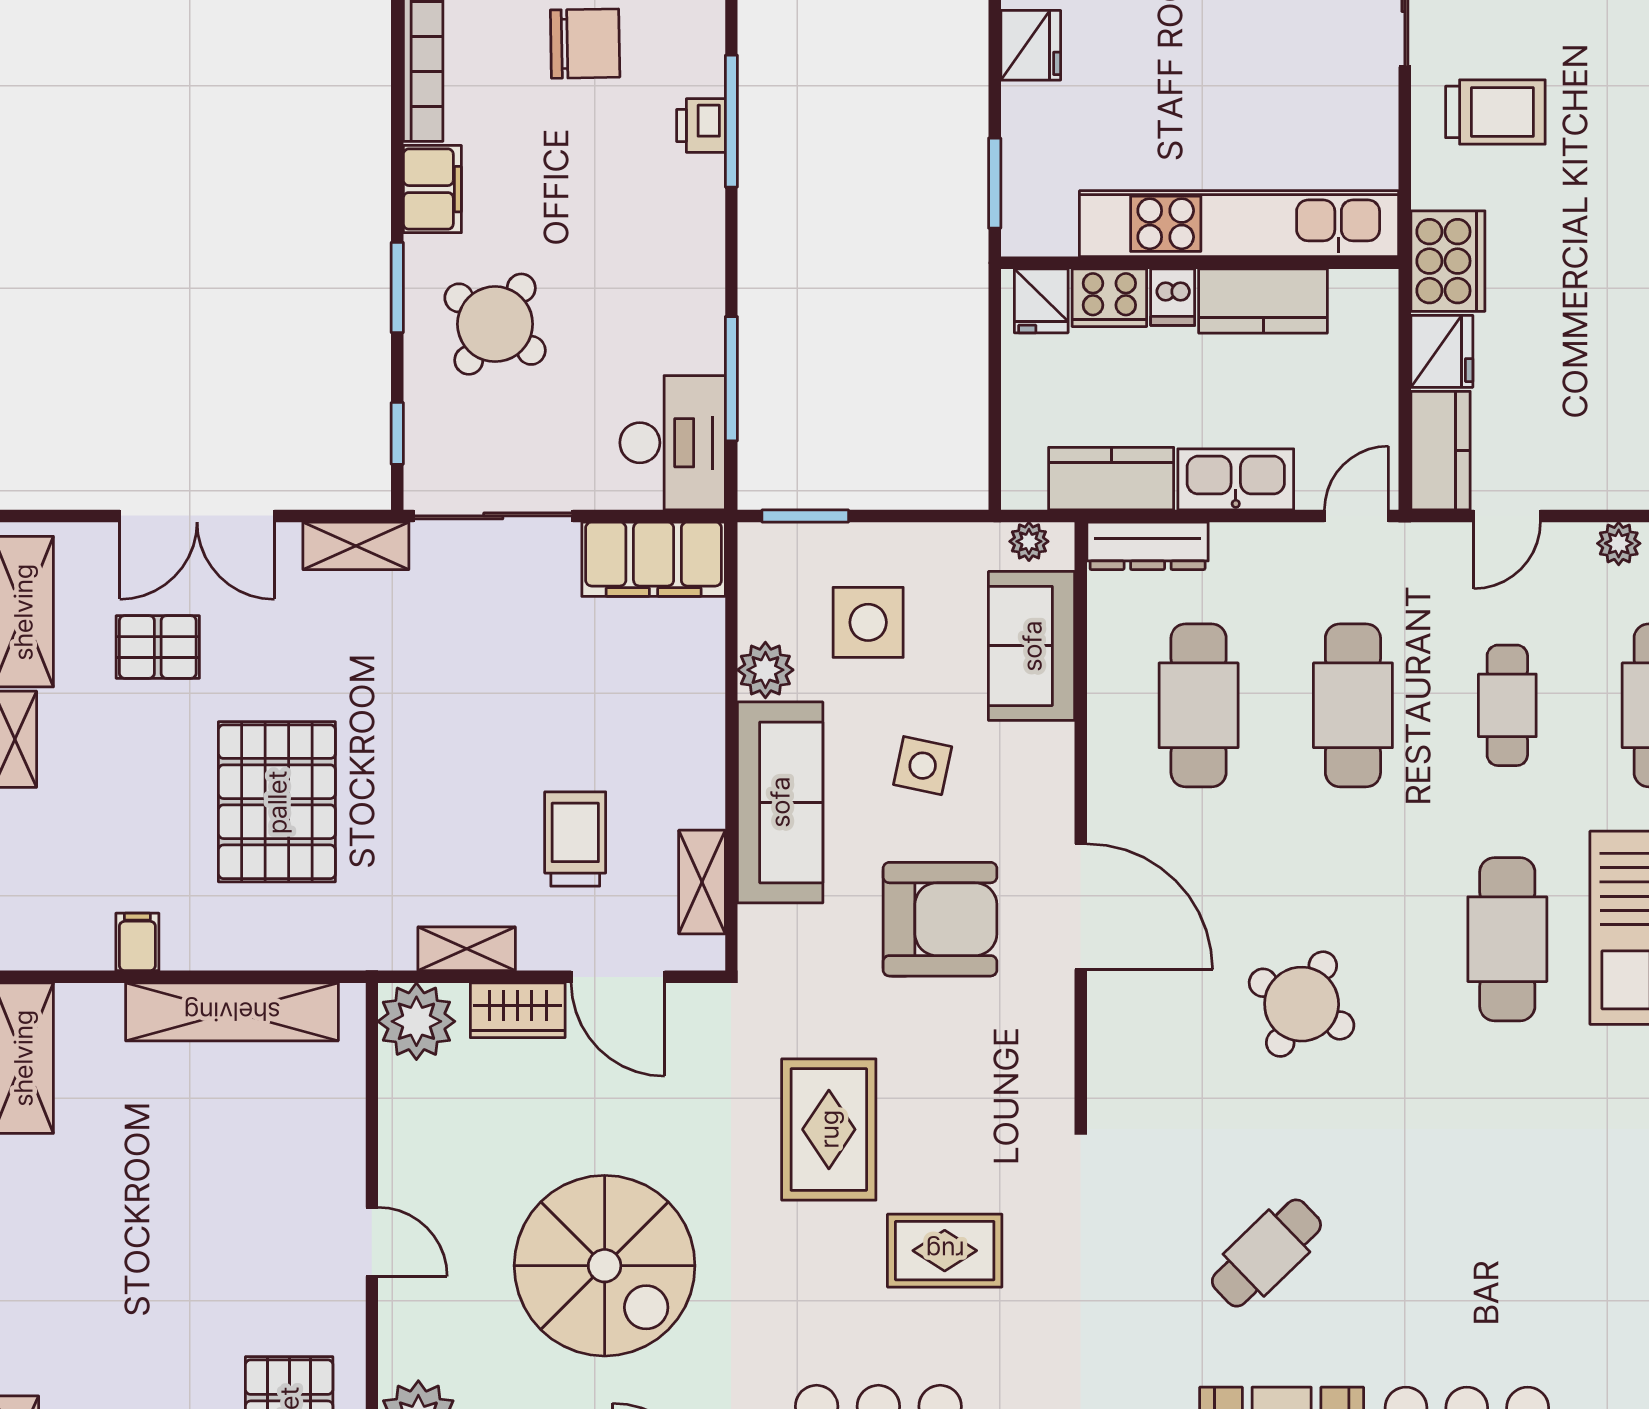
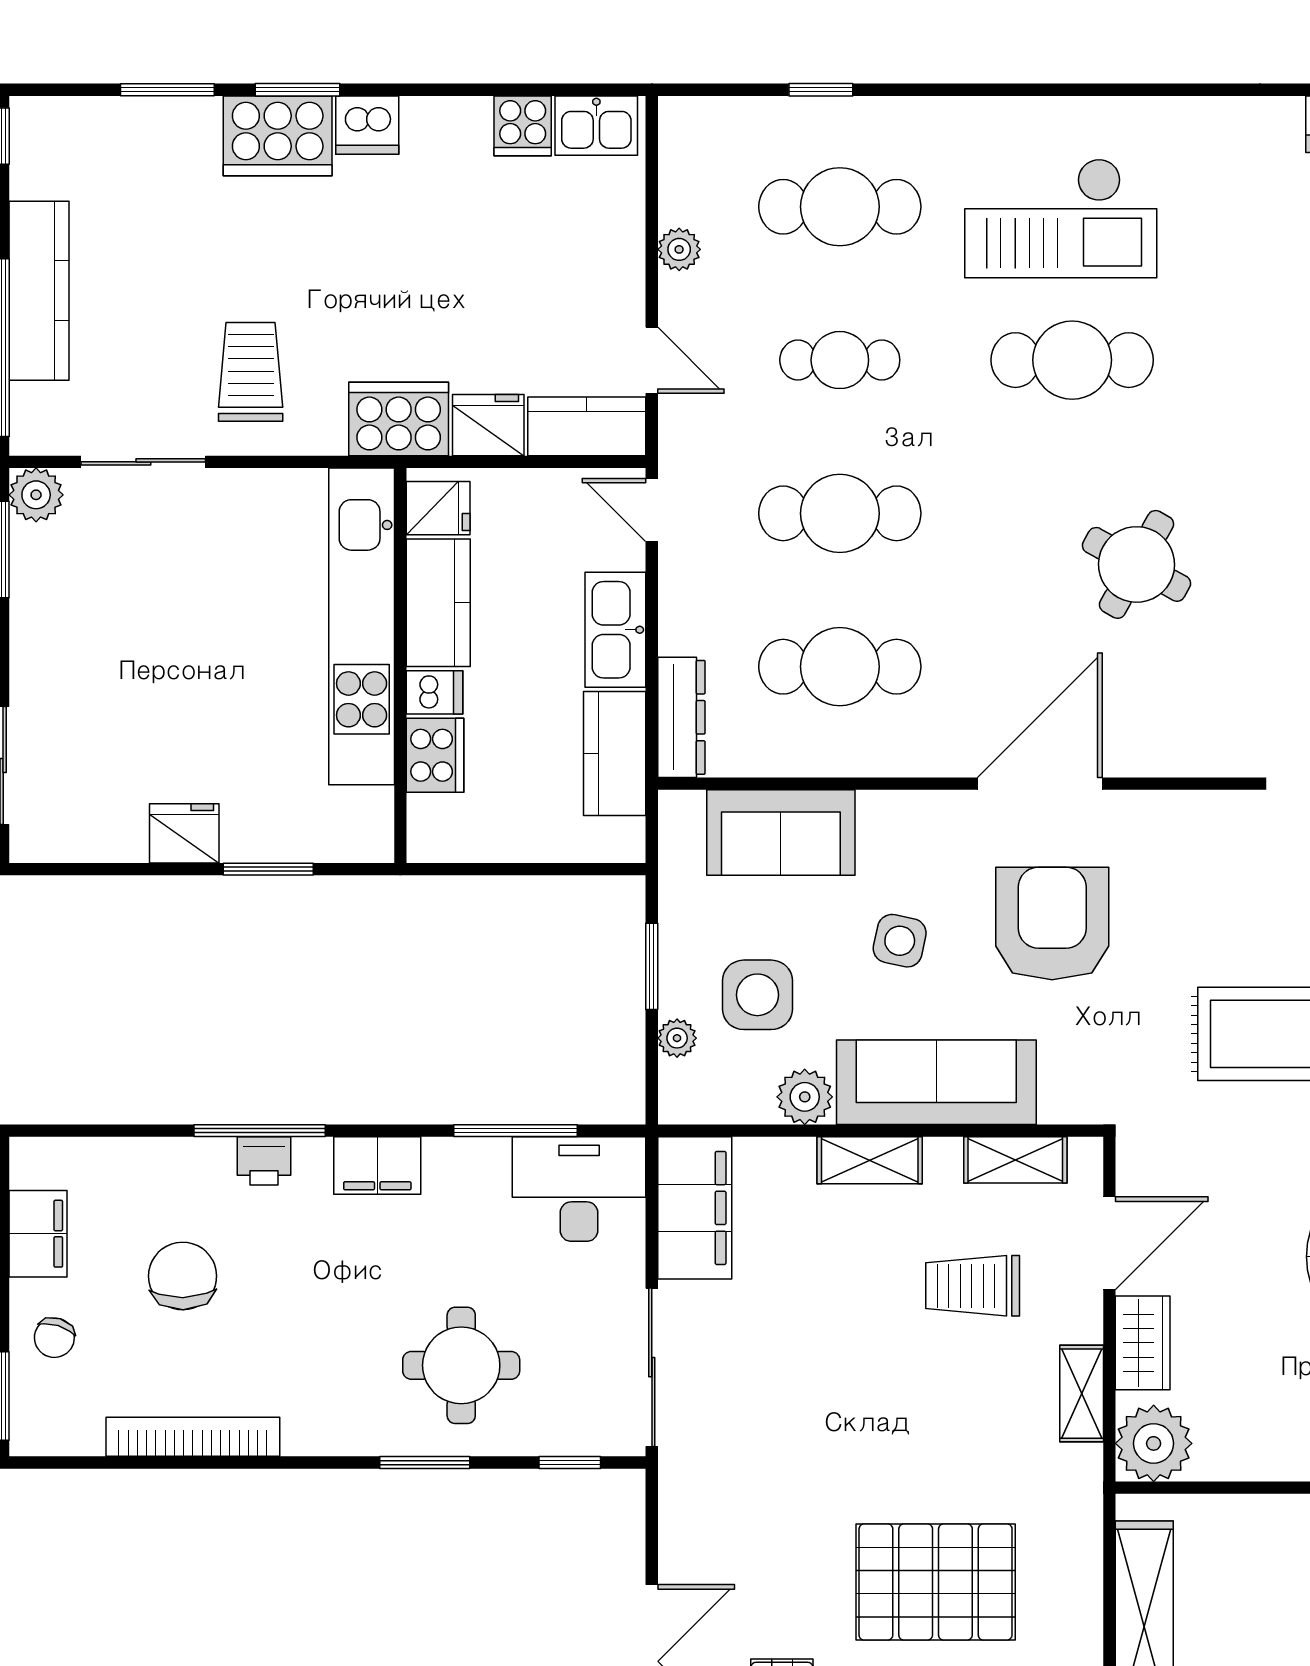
window: (995, 183) -> (268, 869), moved
filing cabinet: (432, 189) -> (377, 1166), moved, turned 180
fridge: (1041, 301) -> (438, 508), moved
round table: (495, 324) -> (461, 1365), turned -36
window: (805, 516) -> (652, 966), moved
plant: (1029, 541) -> (677, 1038), moved
shelving: (356, 546) -> (870, 1160), moved, turned 90

